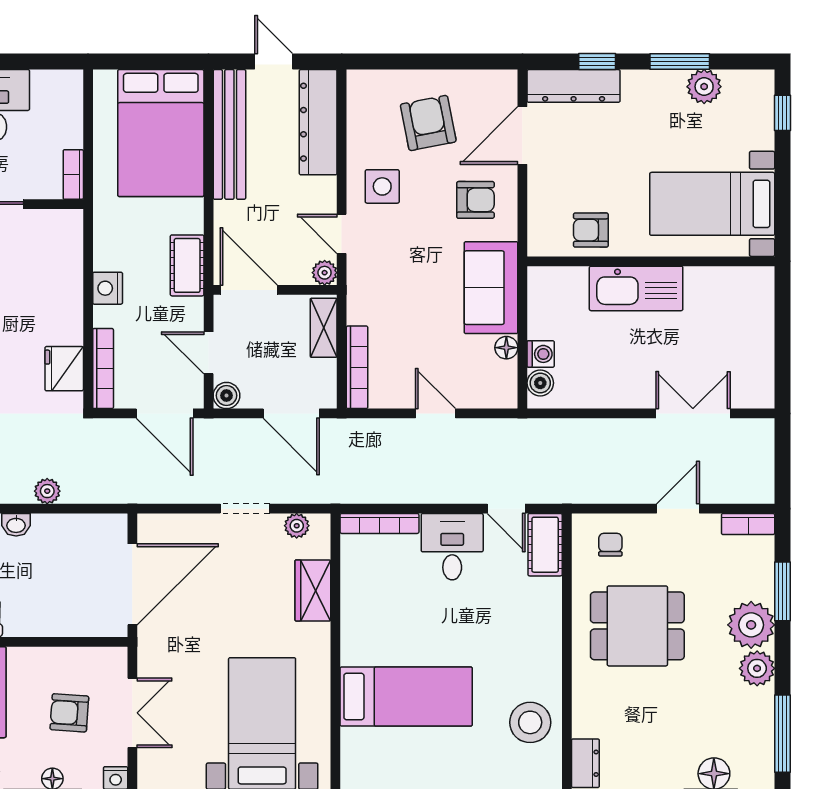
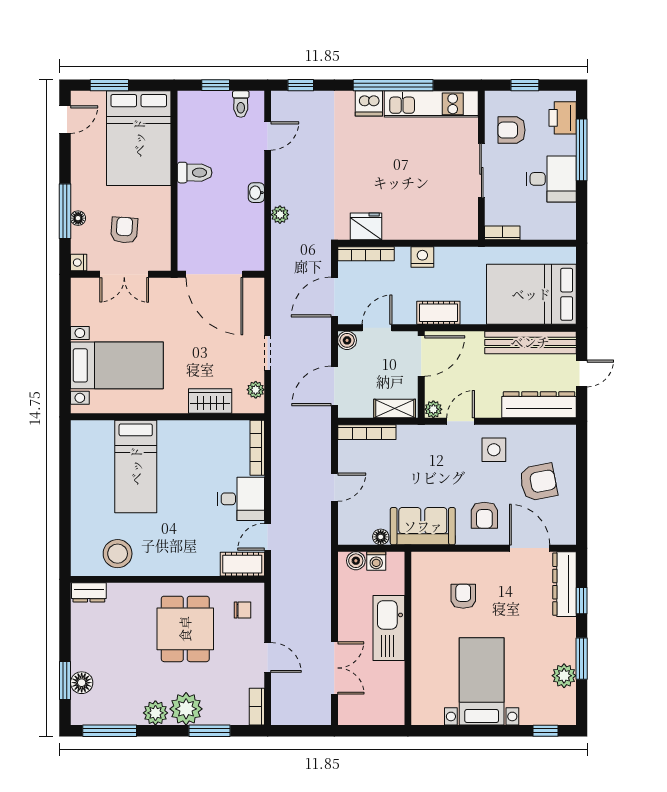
wall: (651, 261) -> (408, 638), moved
kitchen sink: (636, 288) -> (389, 628), moved

